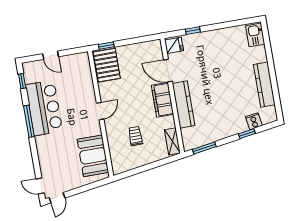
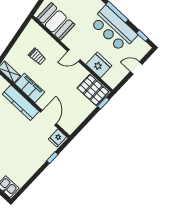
door: (168, 71) -> (49, 118), hinge flipped
fridge: (83, 84) -> (99, 65), added
filing cabinet: (162, 100) -> (30, 88), moved
door: (100, 111) -> (74, 55), hinge flipped

